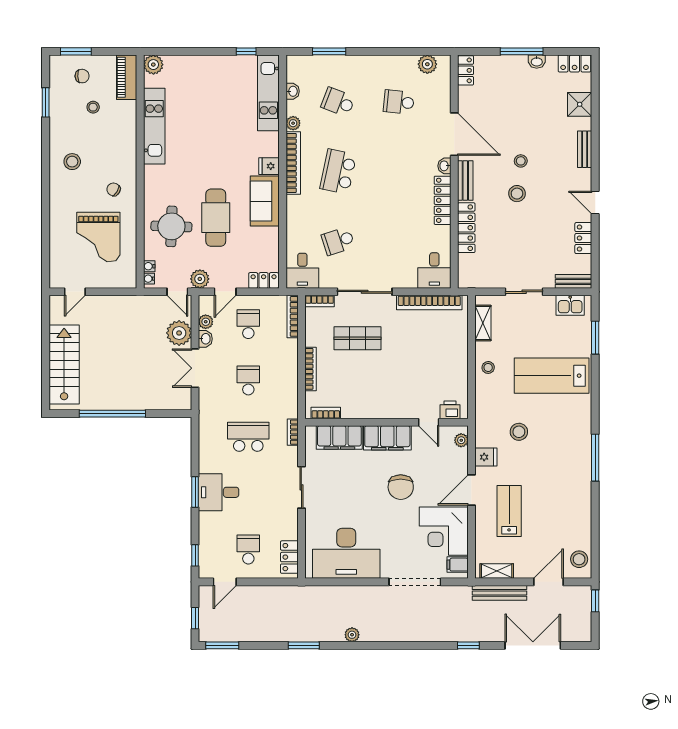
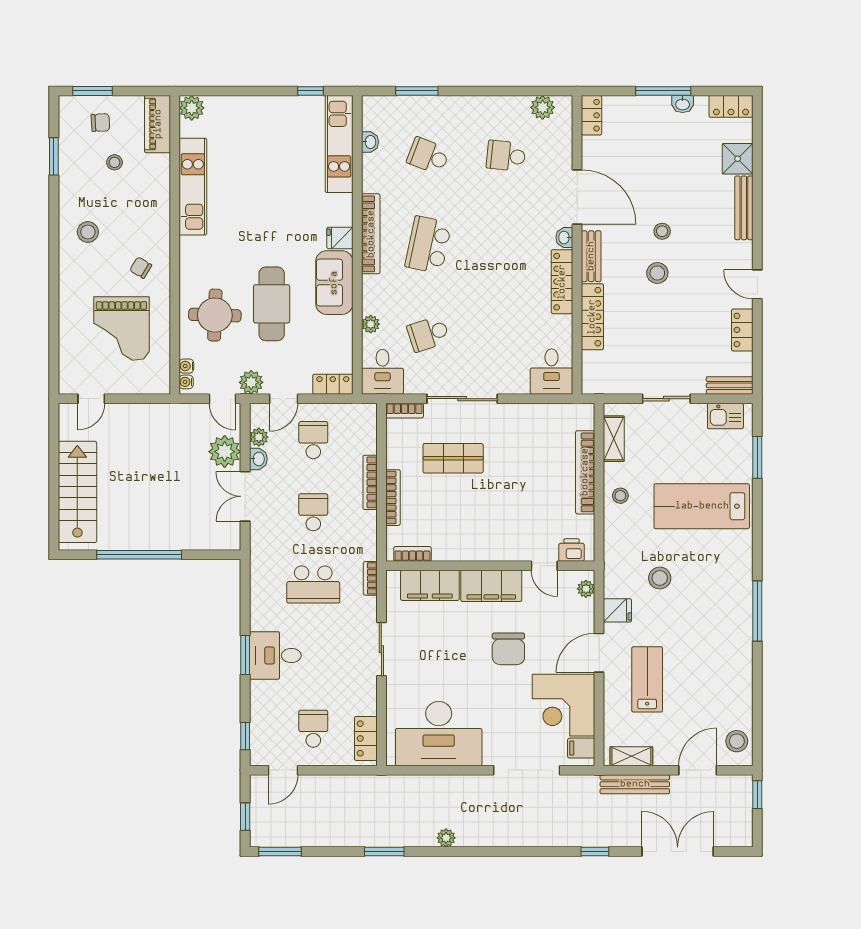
plant: (293, 123) -> (371, 324), moved
bench: (585, 149) -> (744, 208), width x1.36
bookcase: (429, 303) -> (585, 472), moved, turned 90
bookcase: (293, 316) -> (370, 482), moved
school desk: (248, 437) -> (313, 584), turned 180

